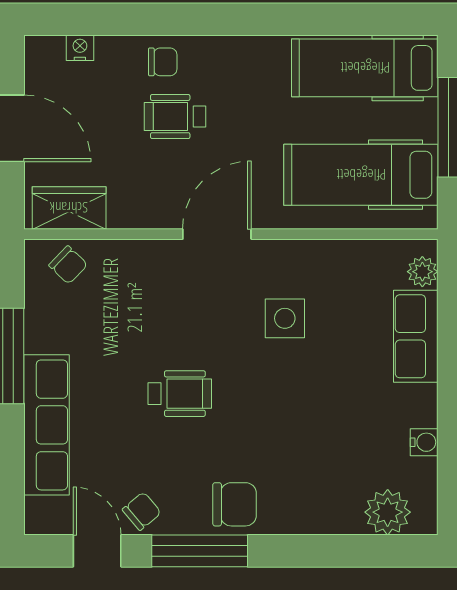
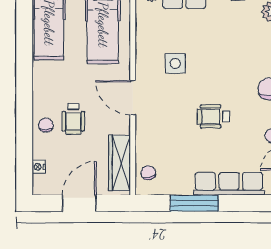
wardrobe: (69, 208) -> (120, 163), width x1.50
chair: (68, 265) -> (148, 173), turned -56
wheelchair: (180, 394) -> (213, 116), turned -90

